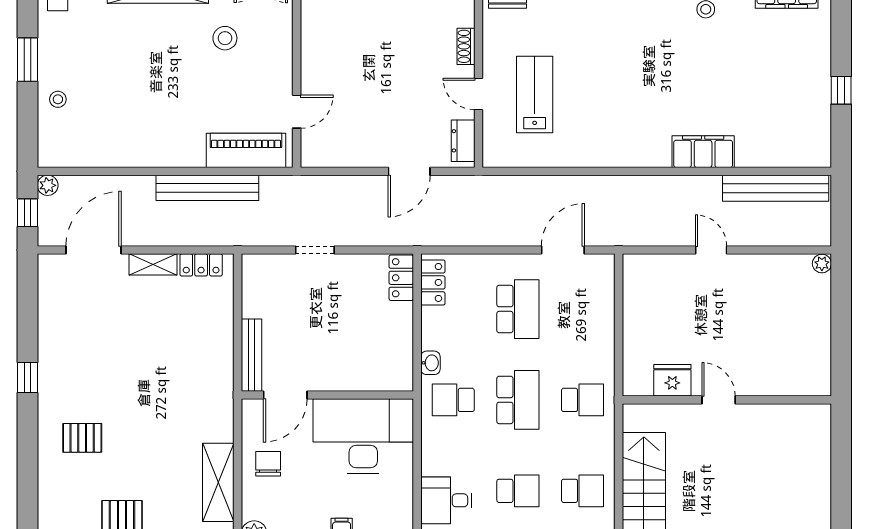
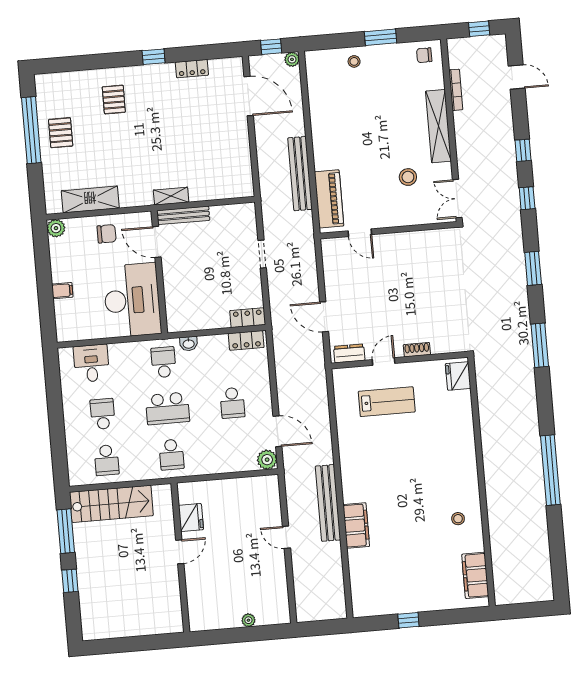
bench: (776, 188) -> (328, 503), moved
door: (711, 250) -> (286, 537), swing flipped
shelving: (153, 264) -> (171, 196), moved, turned 90
plant: (822, 264) -> (248, 620), moved
locker: (201, 265) -> (192, 69), moved, turned -90
plant: (601, 268) -> (267, 460), added
school desk: (518, 309) -> (232, 403), width x0.54
school desk: (518, 491) -> (103, 414), turned 180

